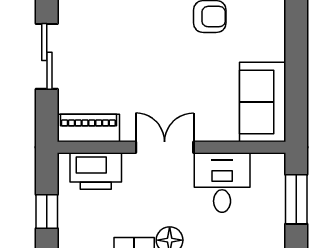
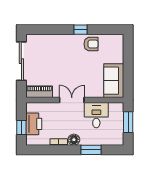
sliding door: (47, 56) -> (21, 61), width x1.37
printer: (96, 171) -> (34, 124), moved, turned -90

